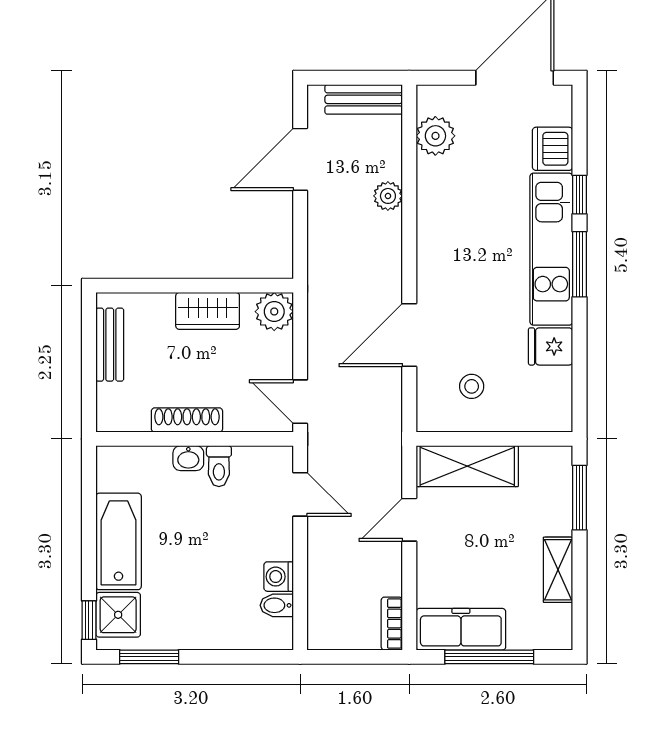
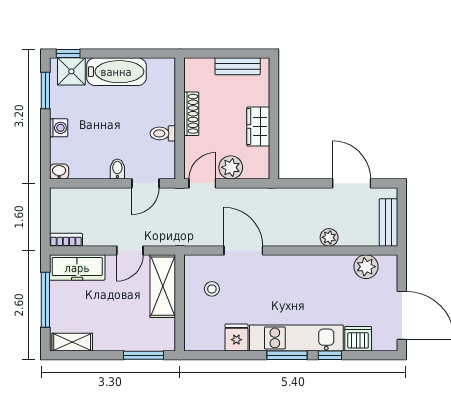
plant: (274, 312) -> (231, 167), moved
washbasin: (188, 458) -> (59, 172), moved, turned 90
door: (409, 520) -> (130, 250), swing flipped
shelving: (558, 570) -> (72, 342), moved
washing machine: (279, 577) -> (59, 128), moved, turned 90
bidet: (277, 605) -> (117, 169), moved
freezer: (461, 629) -> (77, 268), moved, turned 90

